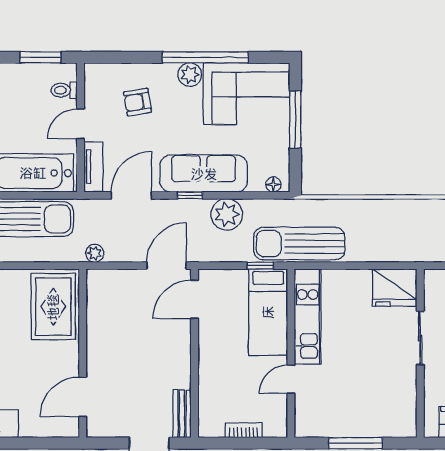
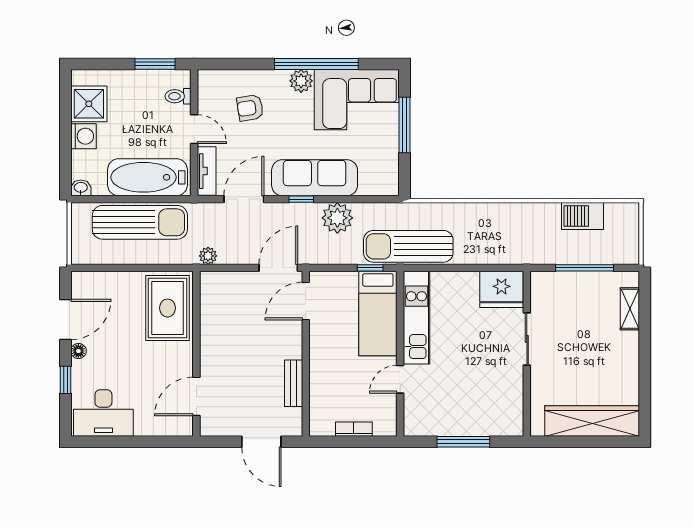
door: (81, 124) -> (194, 129), swing flipped
floor lamp: (273, 185) -> (383, 189), removed
bench: (182, 414) -> (294, 383), moved

